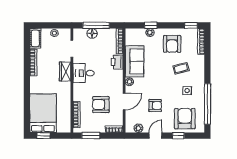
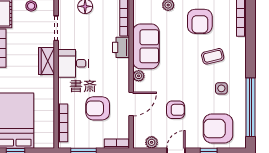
armchair: (185, 119) -> (218, 129), turned -90

